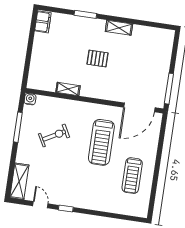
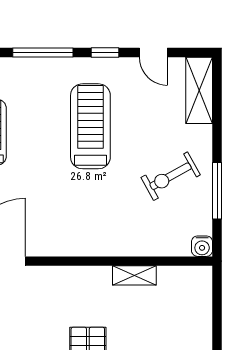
exercise bike: (54, 136) -> (171, 176), moved
treadmill: (101, 142) -> (90, 126), moved
window: (98, 213) -> (43, 53), added

